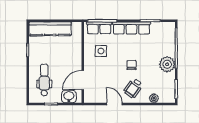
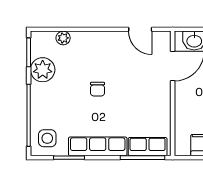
side table: (101, 51) -> (47, 138), moved
plant: (167, 64) -> (43, 70), moved
wheelchair: (133, 88) -> (95, 54), removed
door: (114, 104) -> (140, 29), moved

